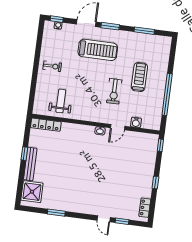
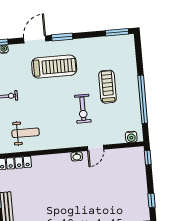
window: (144, 31) -> (117, 32), moved
weight bench: (61, 101) -> (26, 133), turned 90
water cooler: (136, 122) -> (131, 137), moved

